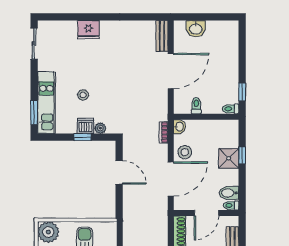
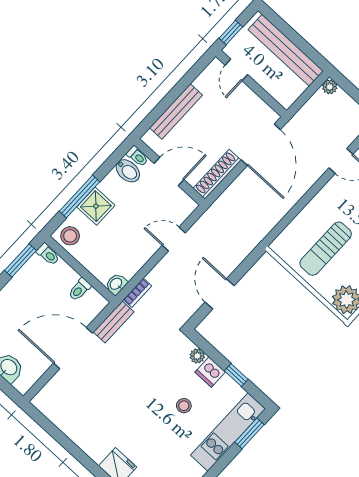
bench: (162, 36) -> (114, 322), moved
window: (242, 92) -> (20, 260), width x1.50
window: (83, 137) -> (236, 375), moved
stool: (185, 152) -> (70, 236), moved
window: (242, 155) -> (79, 197), width x2.17
door: (171, 179) -> (174, 239), width x0.53

